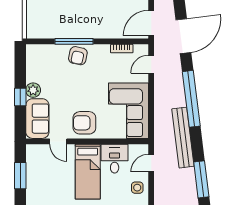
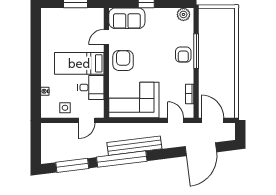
door: (183, 36) -> (201, 149), hinge flipped
armchair: (78, 56) -> (183, 55), turned -102
plant: (33, 90) -> (183, 14), moved
window: (191, 99) -> (122, 159), moved
bench: (183, 138) -> (134, 146), moved
door: (151, 163) -> (87, 120), swing flipped

